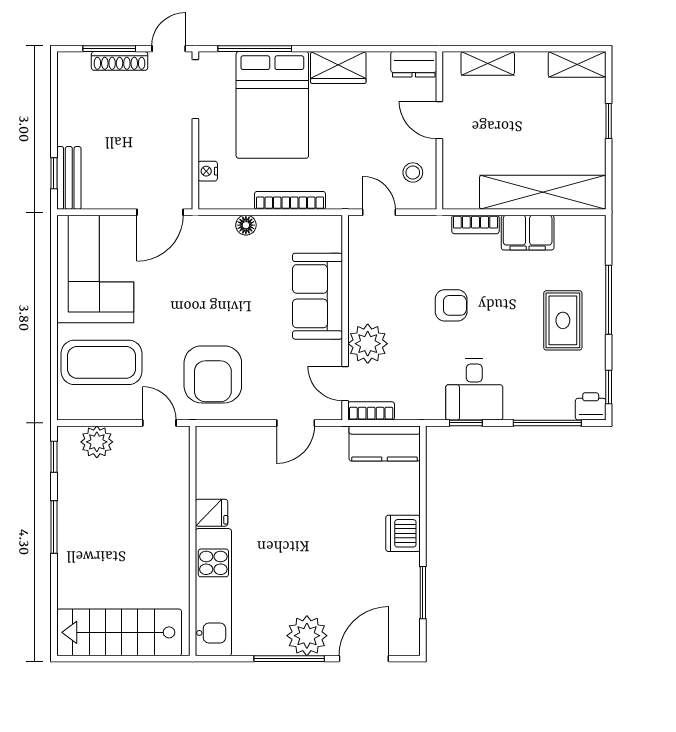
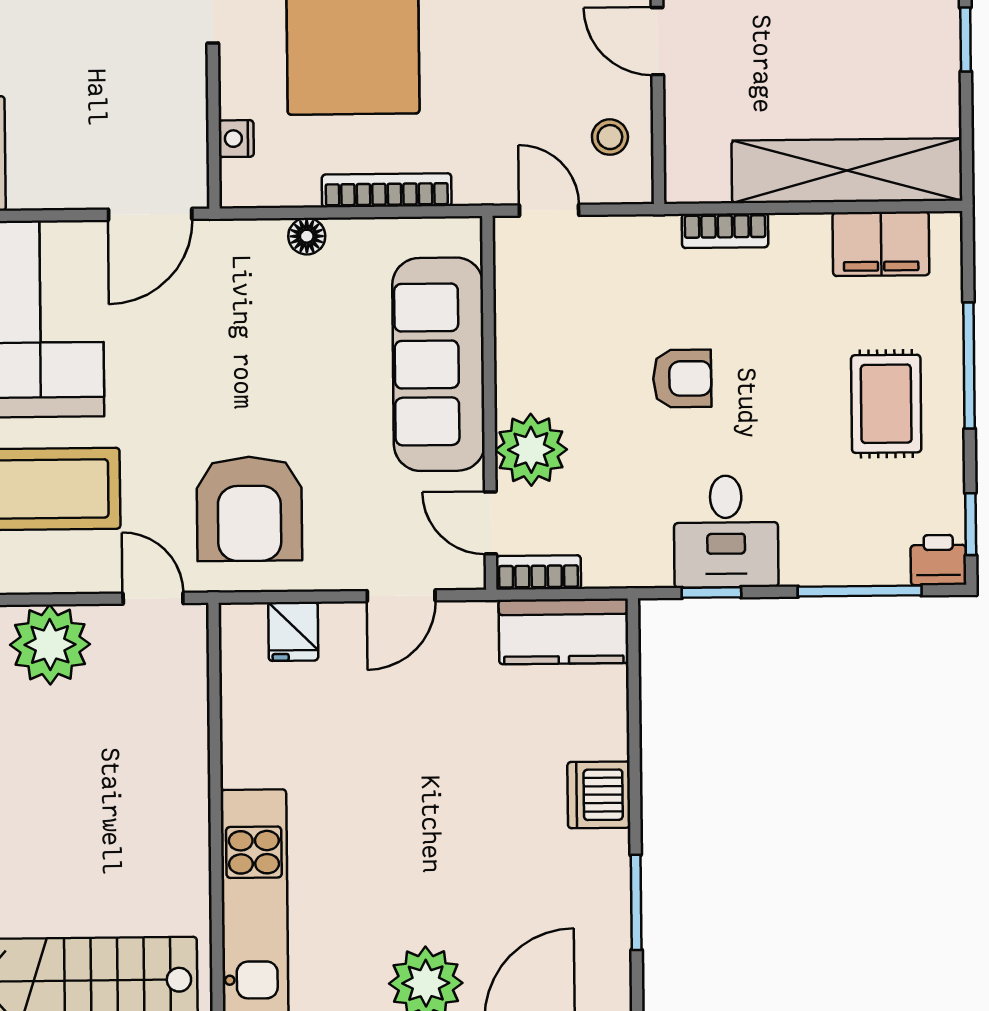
filing cabinet: (528, 233) -> (881, 244), moved
sofa: (317, 296) -> (439, 364), width x1.36
plant: (97, 442) -> (50, 645), width x1.36, depth x1.36
fridge: (212, 513) -> (293, 631), moved, turned 90

